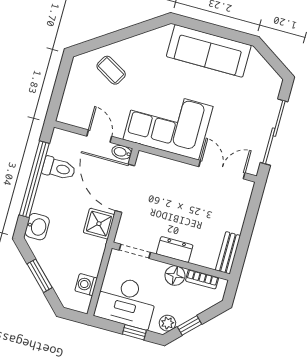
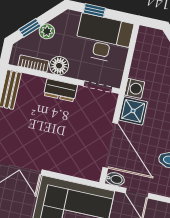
washing machine: (86, 285) -> (134, 88), moved
plant: (167, 323) -> (47, 31), moved
window: (190, 325) -> (30, 28), moved

